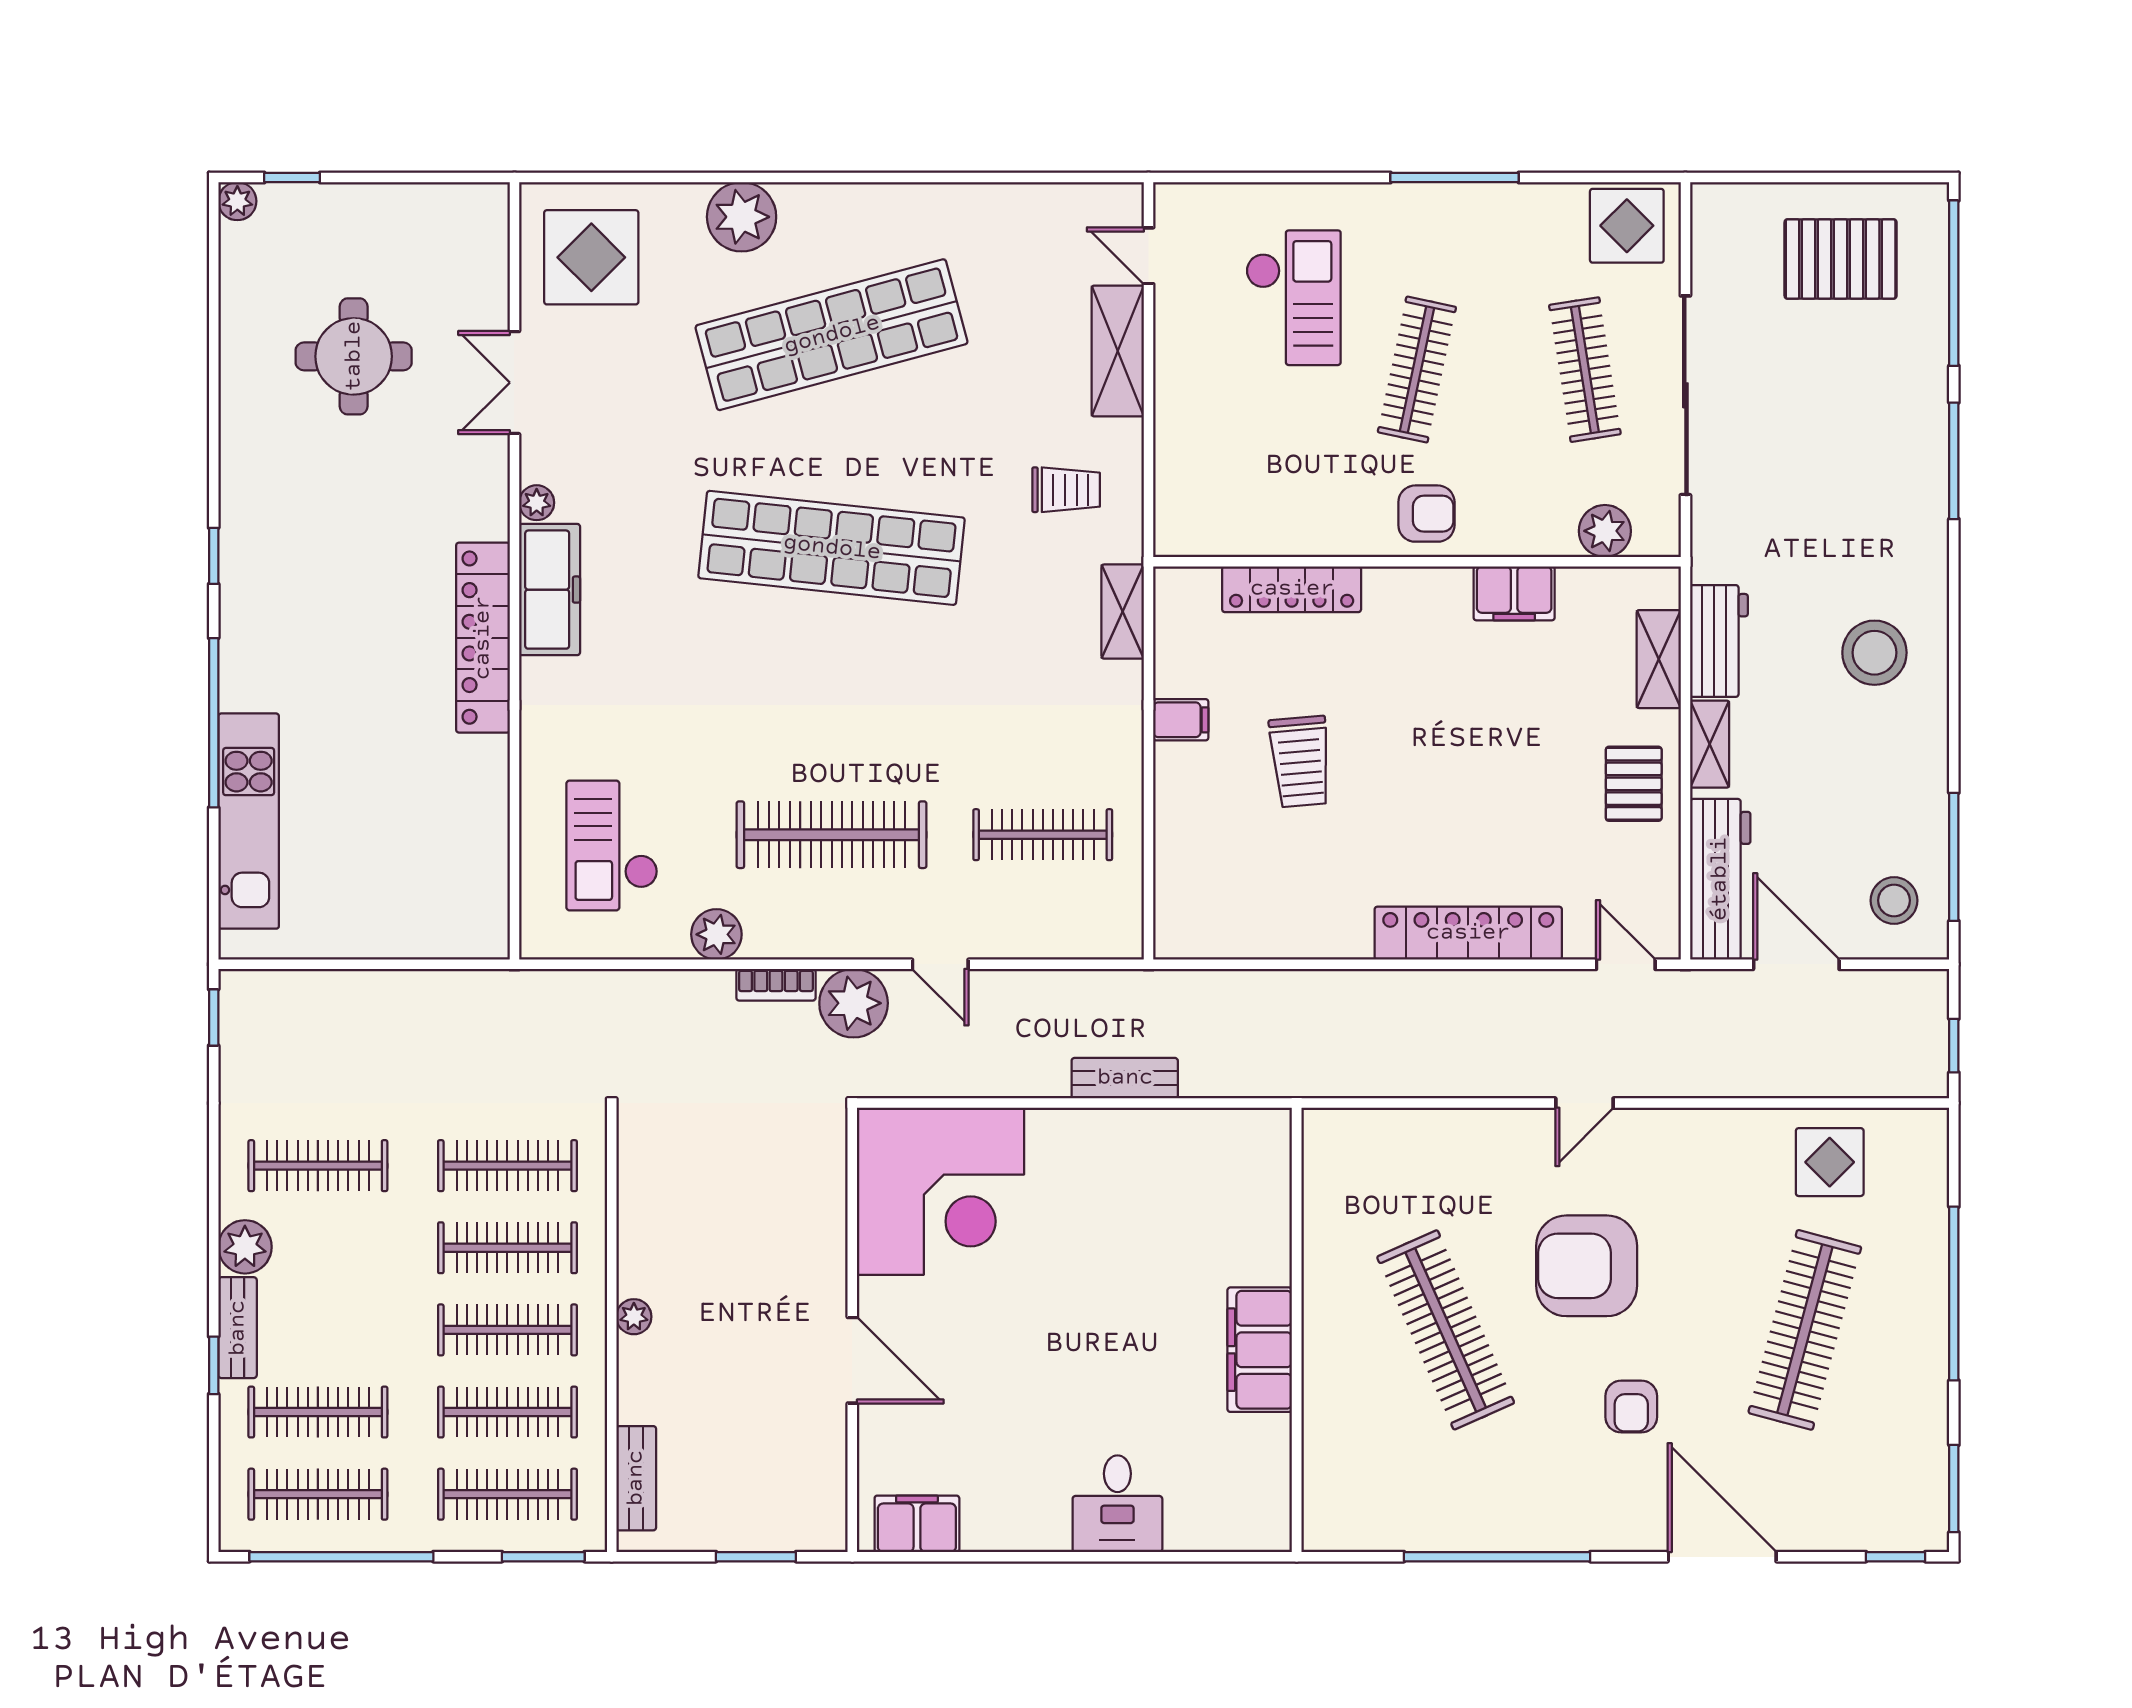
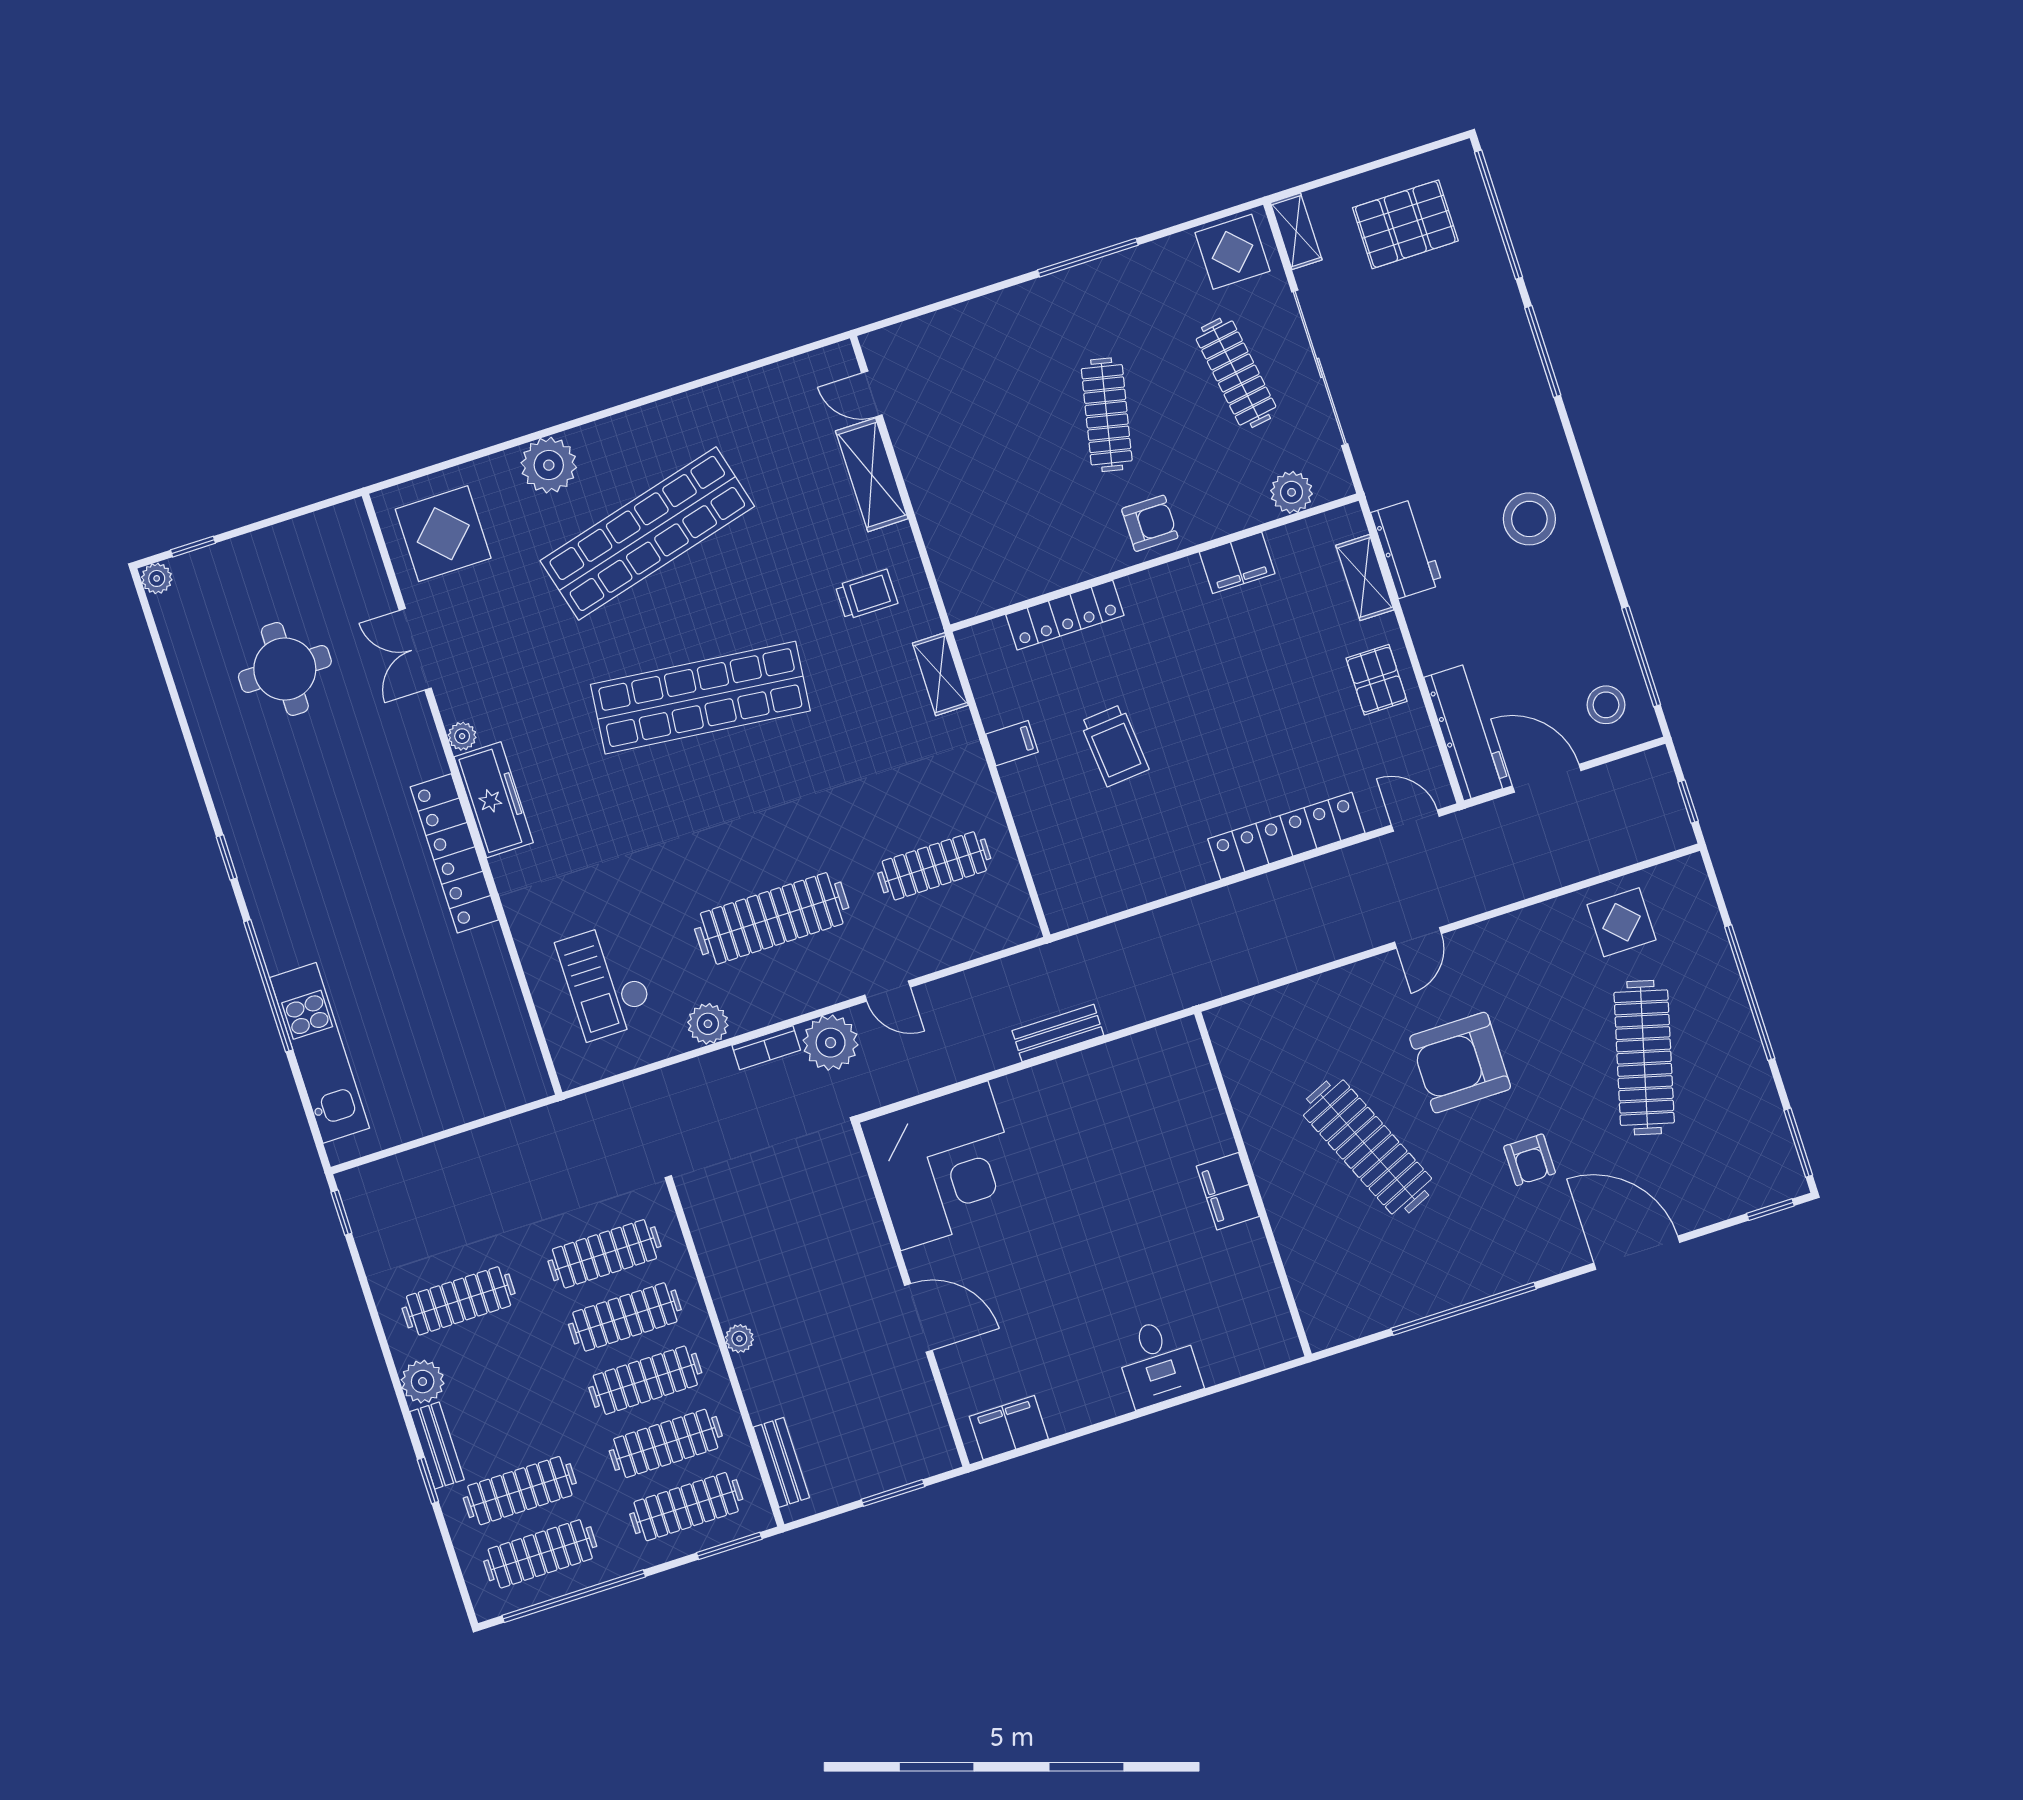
checkout: (1293, 298) -> (994, 390), removed
shelving: (1710, 744) -> (1296, 231), moved
filing cabinet: (1260, 1350) -> (1228, 1191), width x0.67, depth x0.86

